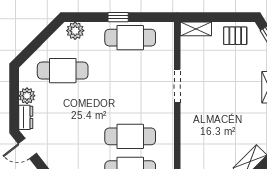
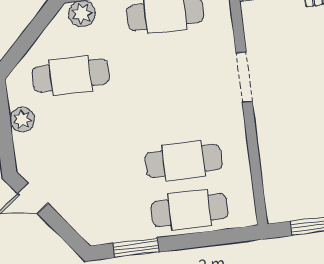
dresser: (26, 117) -> (24, 152), removed

